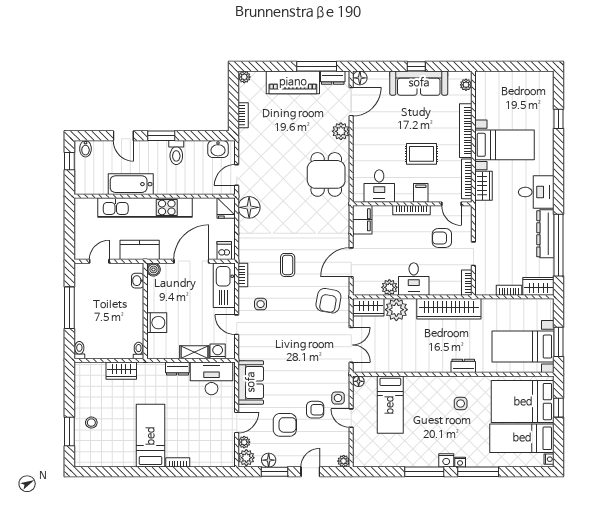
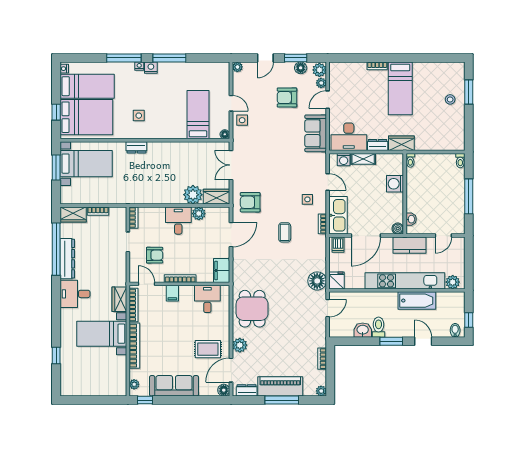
window: (317, 66) -> (282, 400), moved
window: (416, 66) -> (145, 400), moved
washbasin: (218, 149) -> (363, 330), moved
rug: (421, 154) -> (208, 349), moved
plant: (88, 206) -> (453, 282), added
armchair: (328, 301) -> (250, 202), turned -100
wardrobe: (449, 309) -> (149, 195), removed
wardrobe: (121, 371) -> (401, 143), moved
armchair: (315, 410) -> (261, 110), removed

